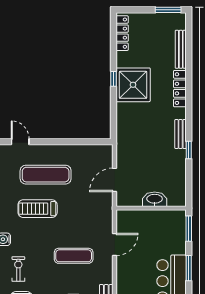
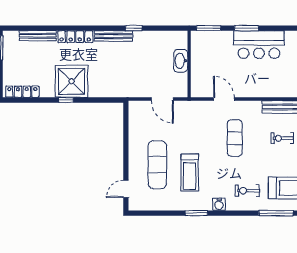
bench: (181, 134) -> (113, 36), width x1.36

